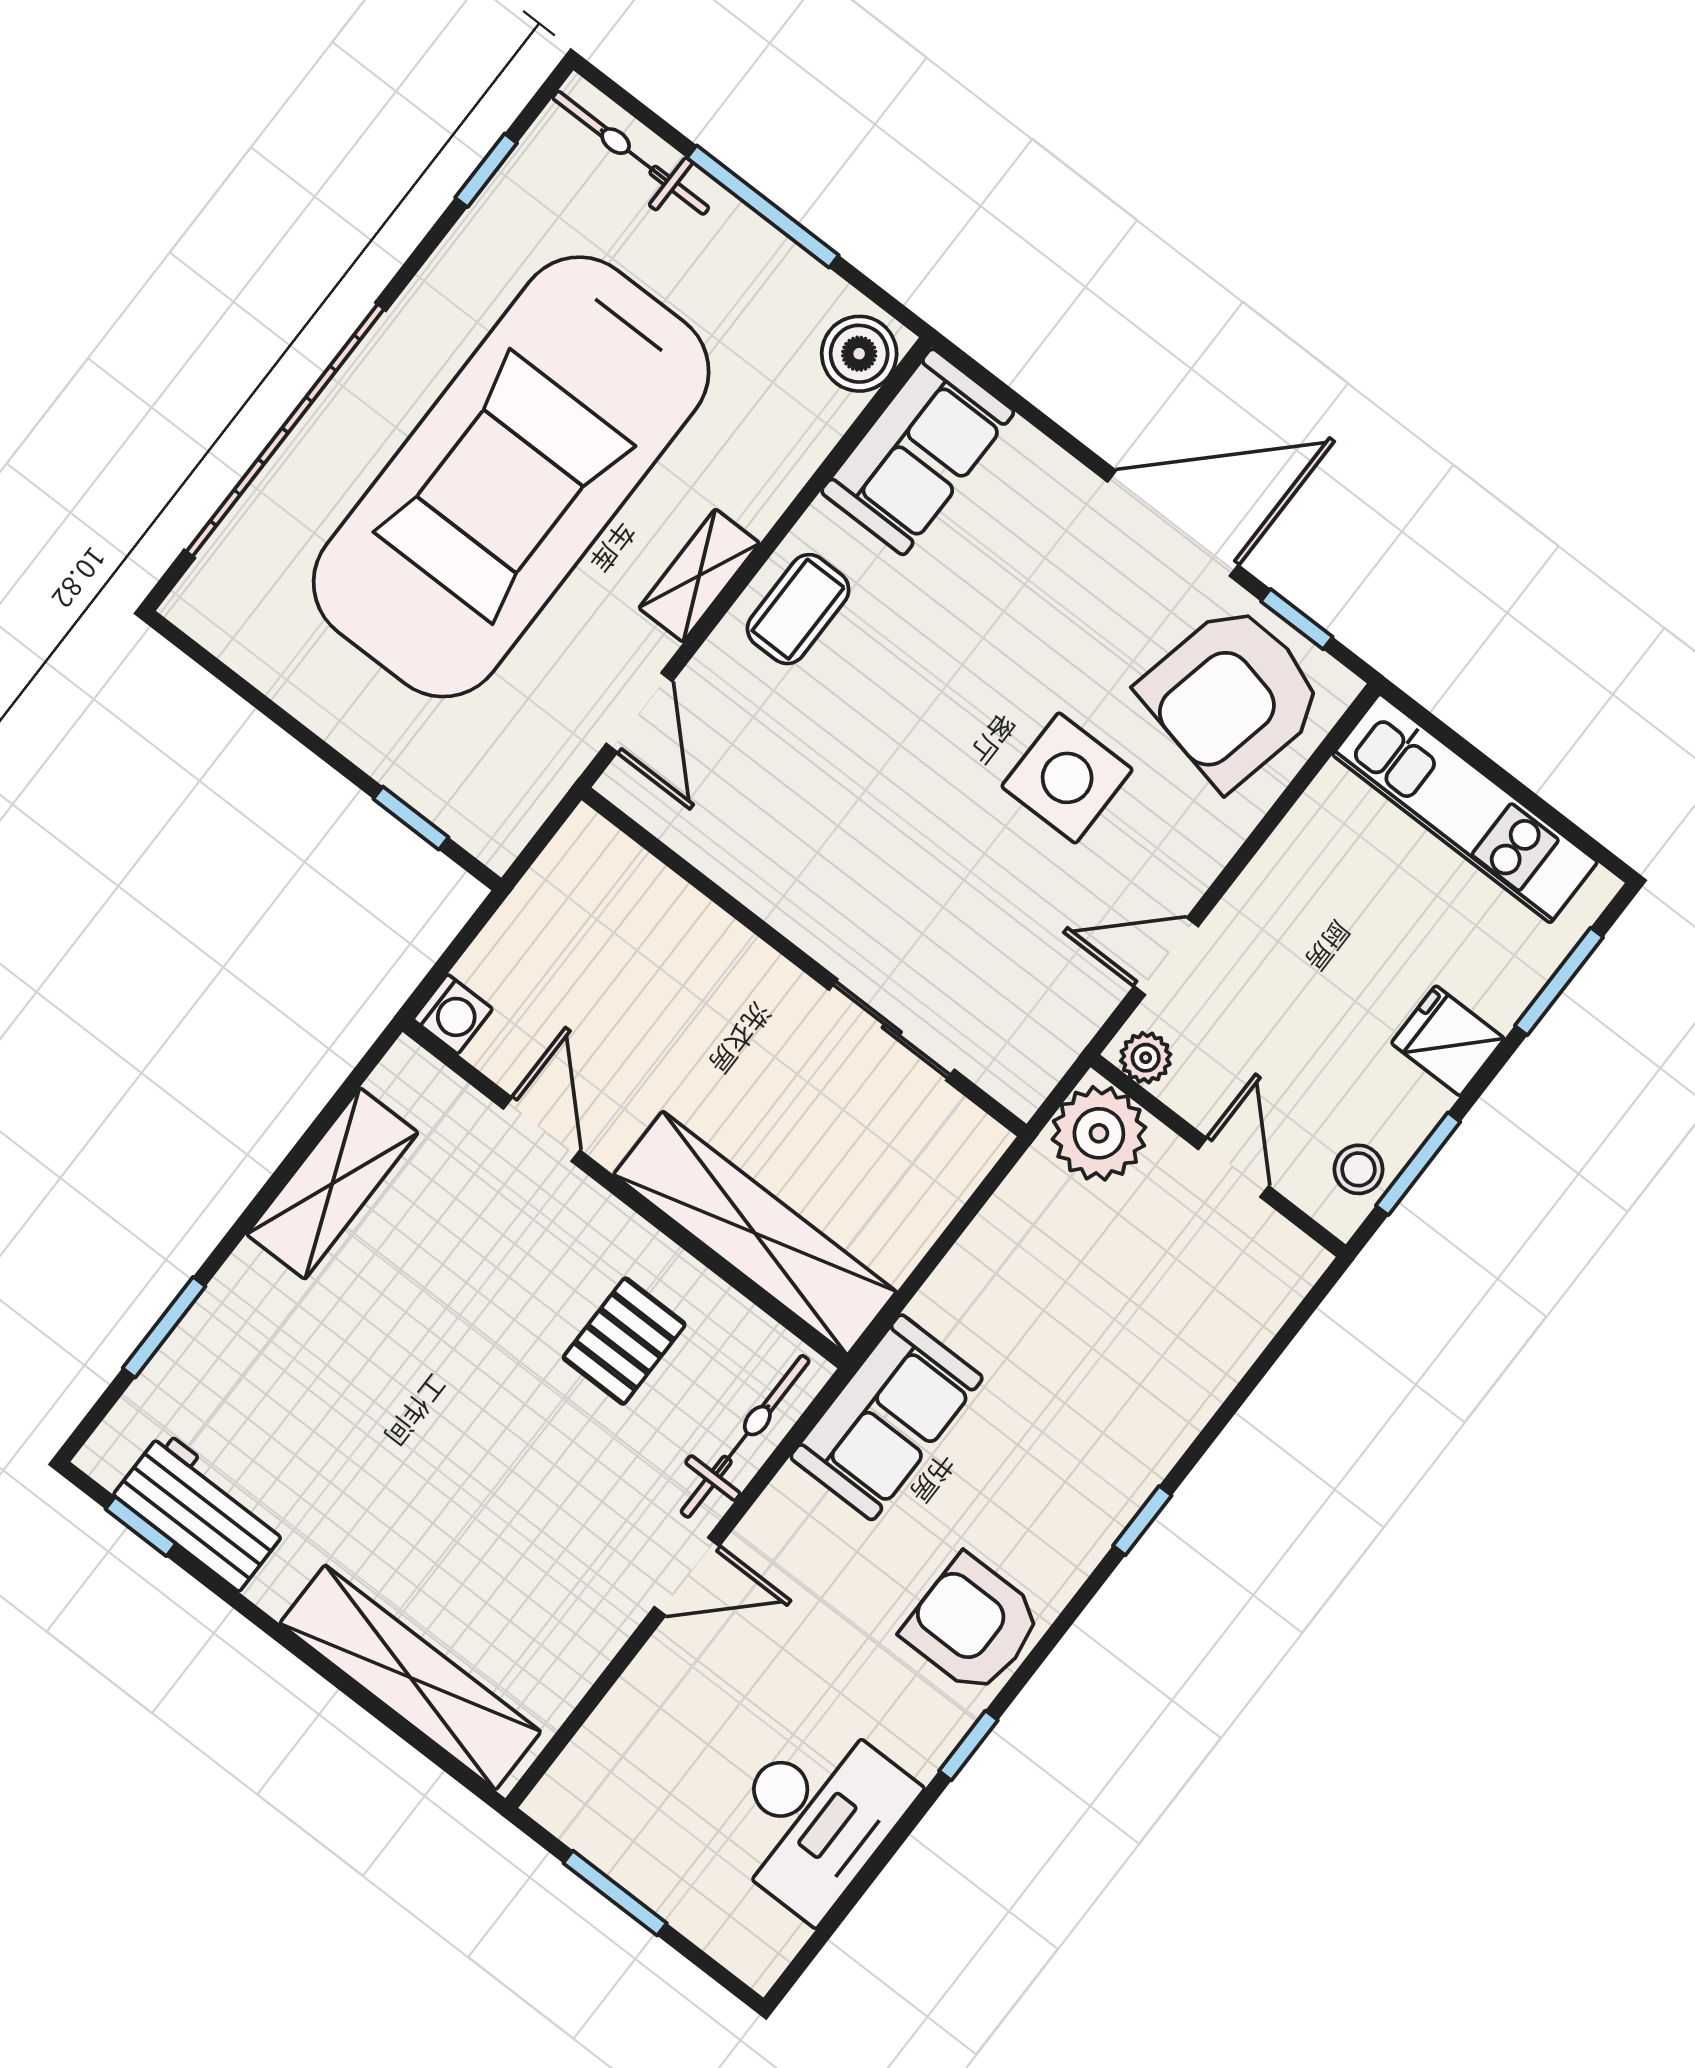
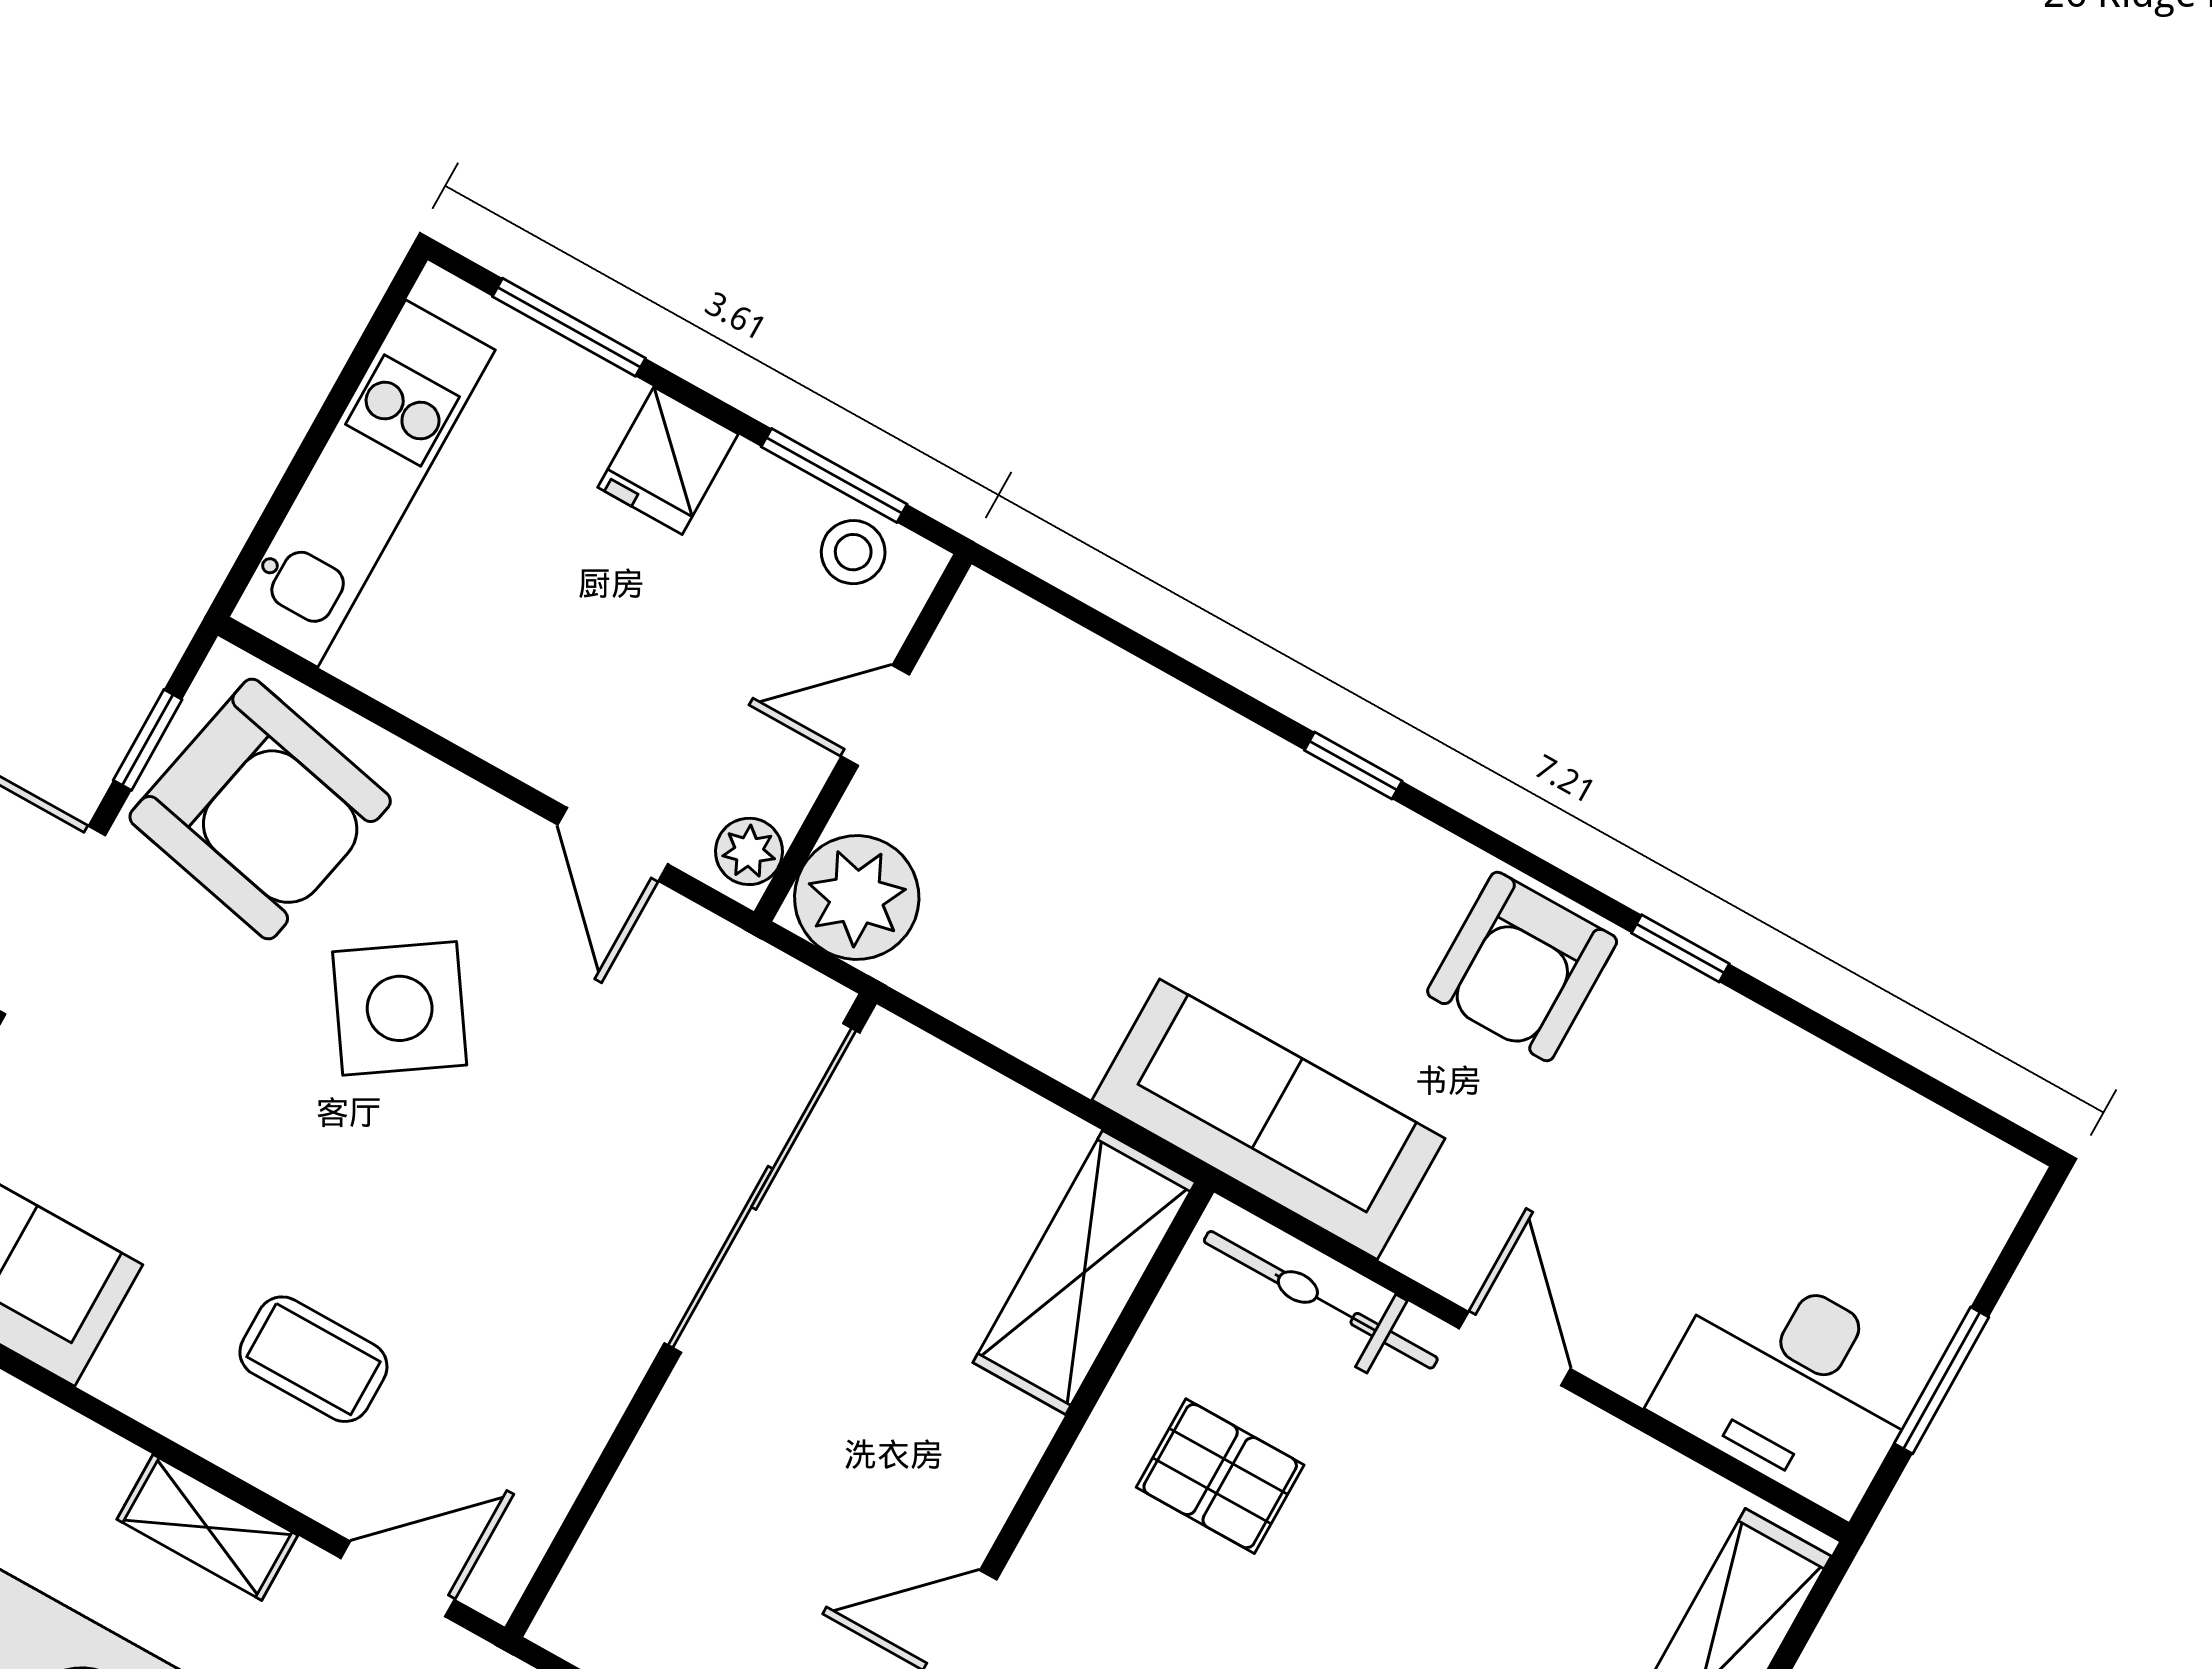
coffee table: (798, 609) -> (313, 1359), moved
side table: (1067, 778) -> (400, 1008), turned -34
sliding door: (892, 1030) -> (762, 1188), width x1.86
shelving: (755, 1233) -> (1084, 1272), width x0.68
sofa: (887, 1417) -> (1268, 1119), width x1.36
desk: (815, 1816) -> (1792, 1385), moved, turned 180

